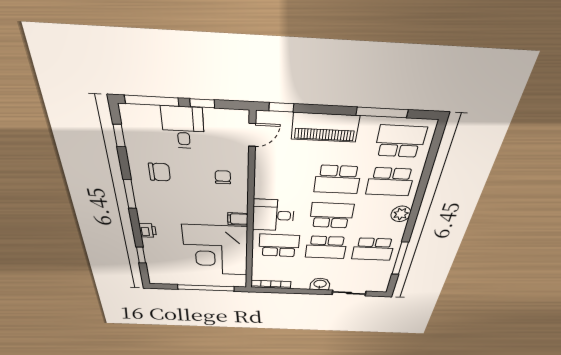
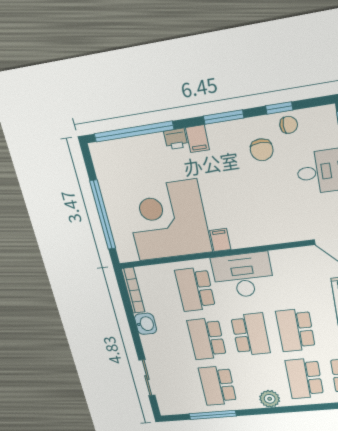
window: (119, 136) -> (279, 108), moved
chair: (223, 177) -> (289, 125), moved
desk: (273, 215) -> (243, 275), width x1.37
filing cabinet: (148, 216) -> (197, 139), added
school desk: (279, 245) -> (195, 289), turned 180
window: (141, 255) -> (134, 132), width x3.17
washbasin: (320, 284) -> (146, 324), moved

